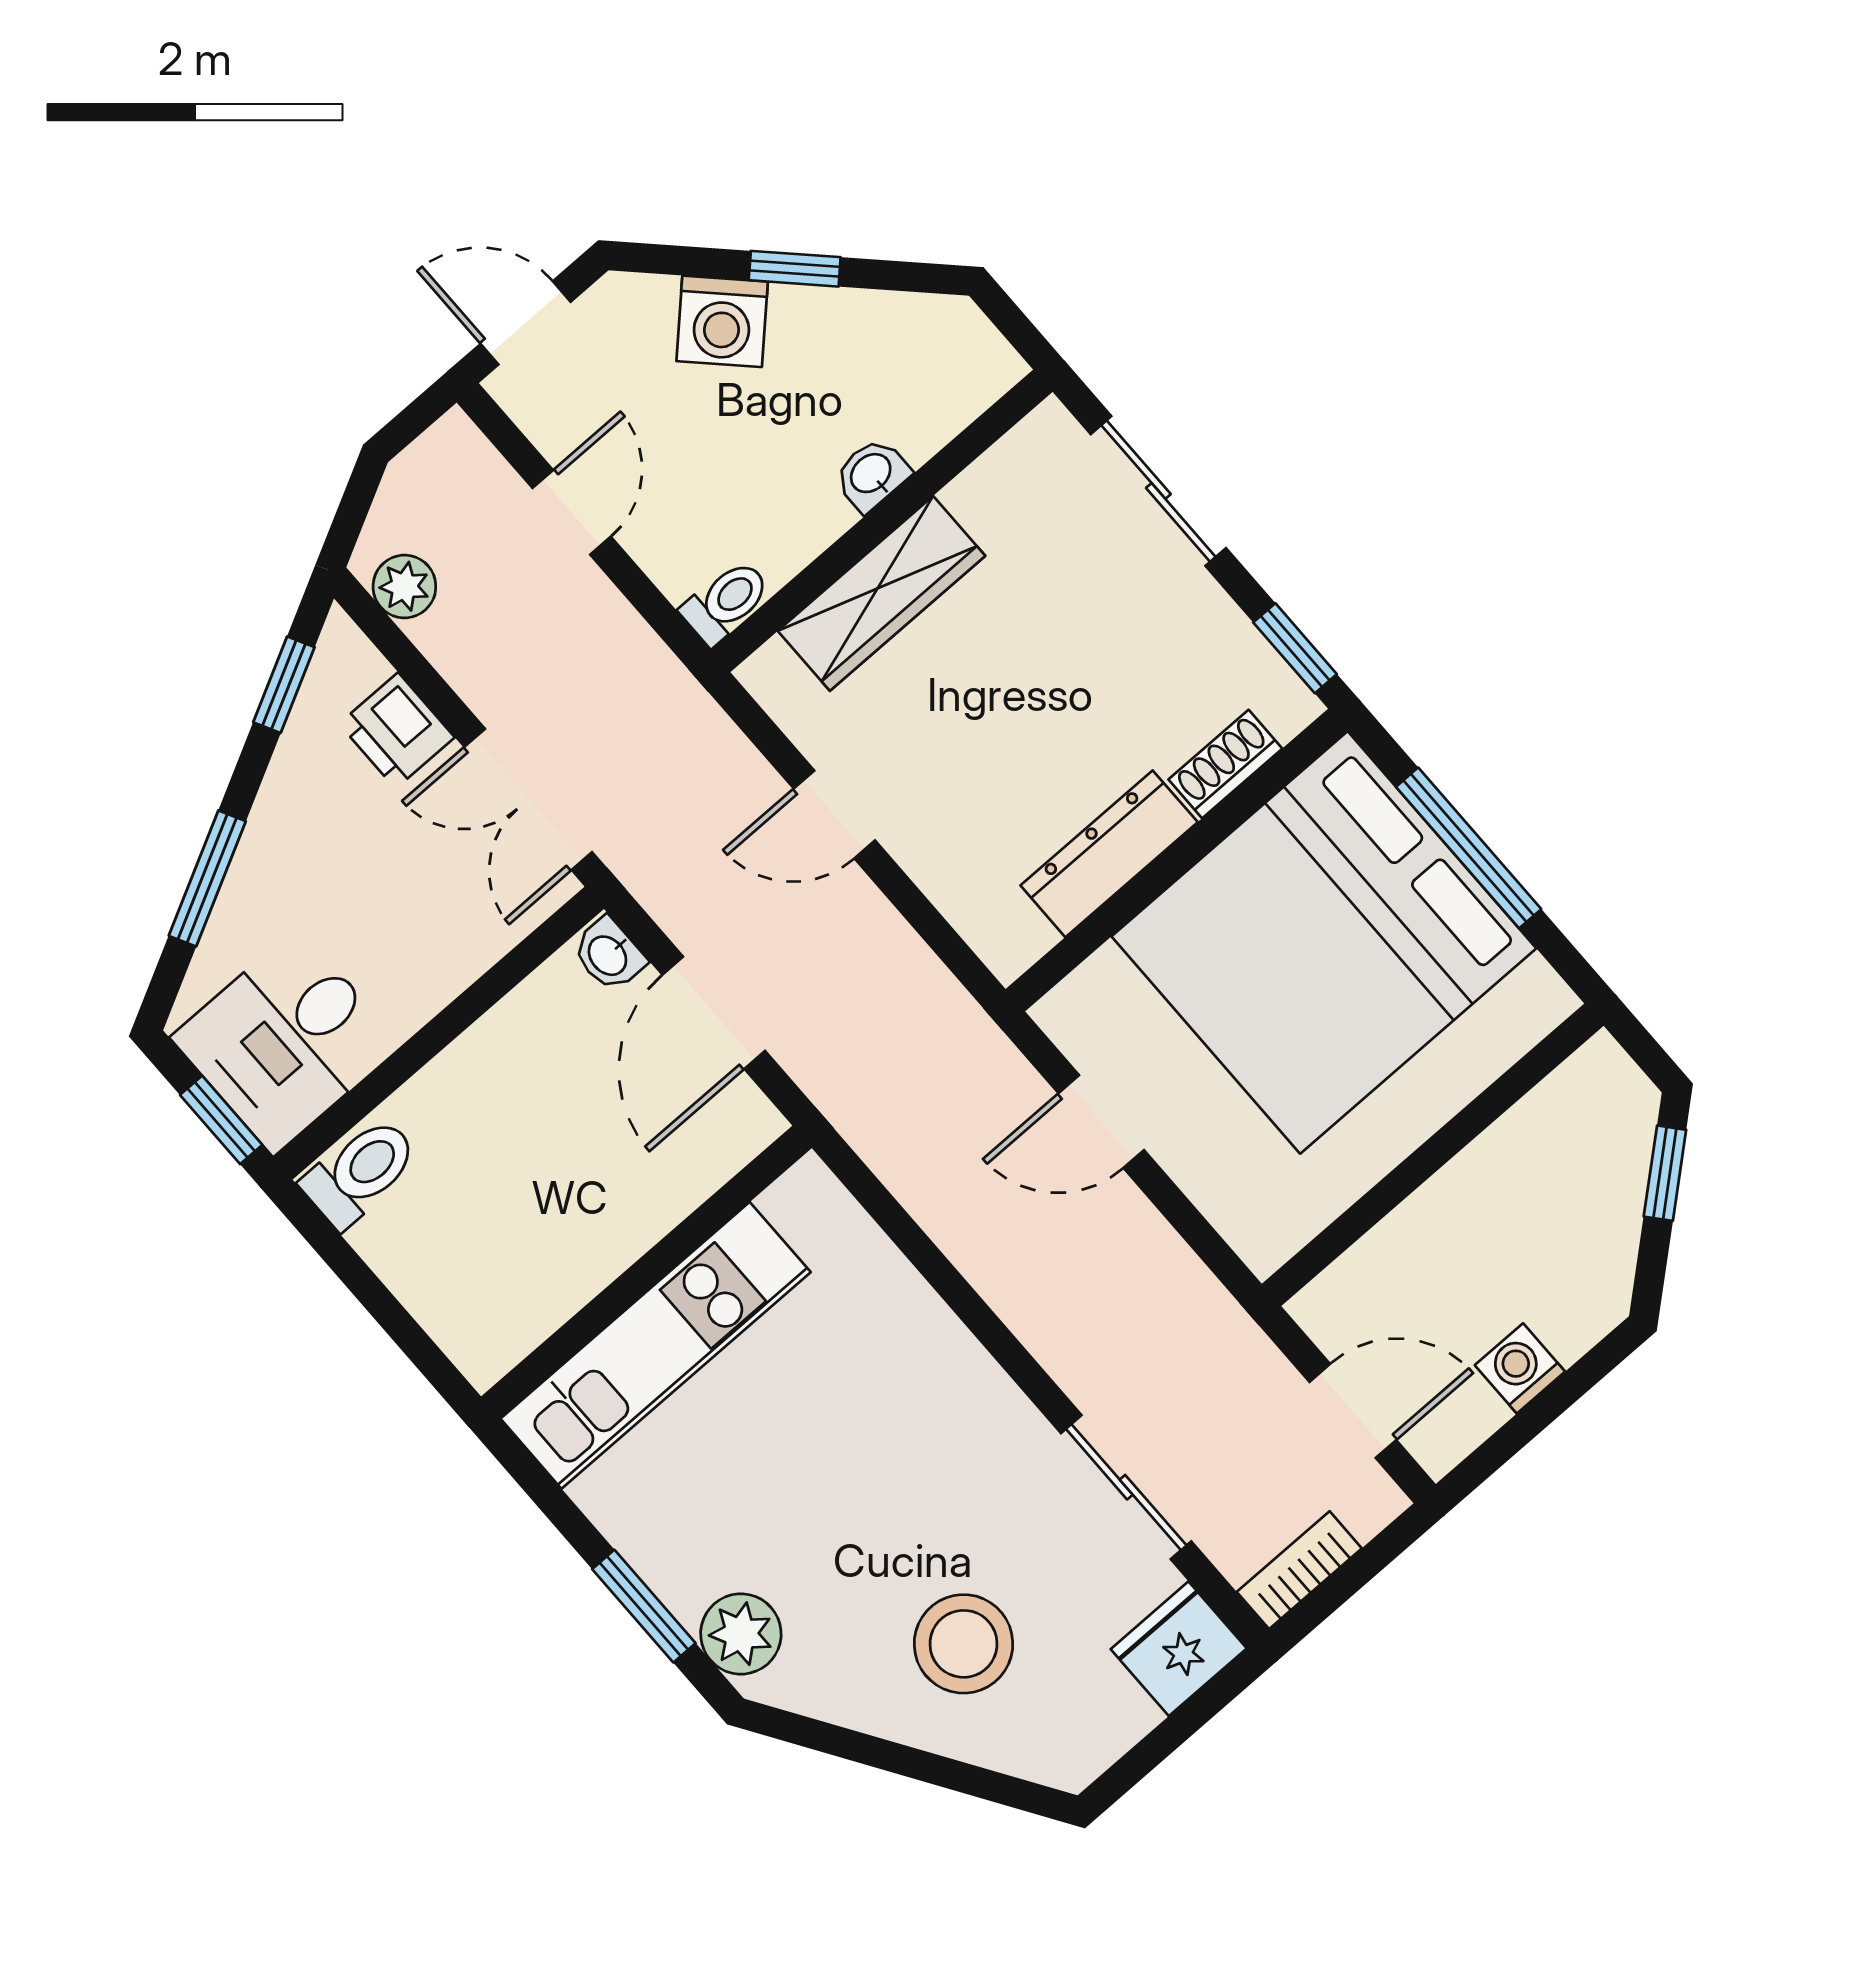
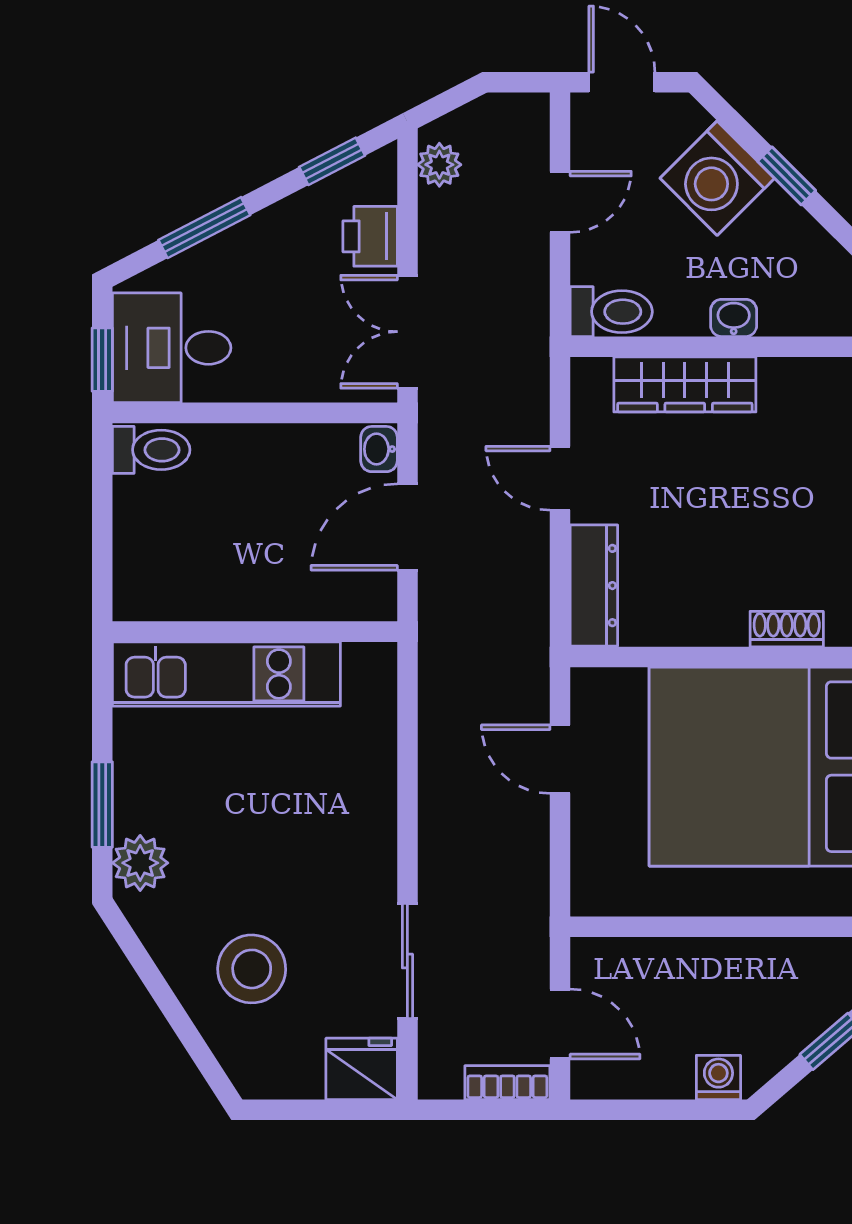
washing machine: (722, 321) -> (717, 178), width x1.37, depth x1.37
toilet: (726, 602) -> (611, 312), width x1.37, depth x1.39
dresser: (1109, 854) -> (594, 586), moved, turned 90
washing machine: (1520, 1368) -> (718, 1077), moved
bookcase: (1299, 1570) -> (507, 1083), moved

